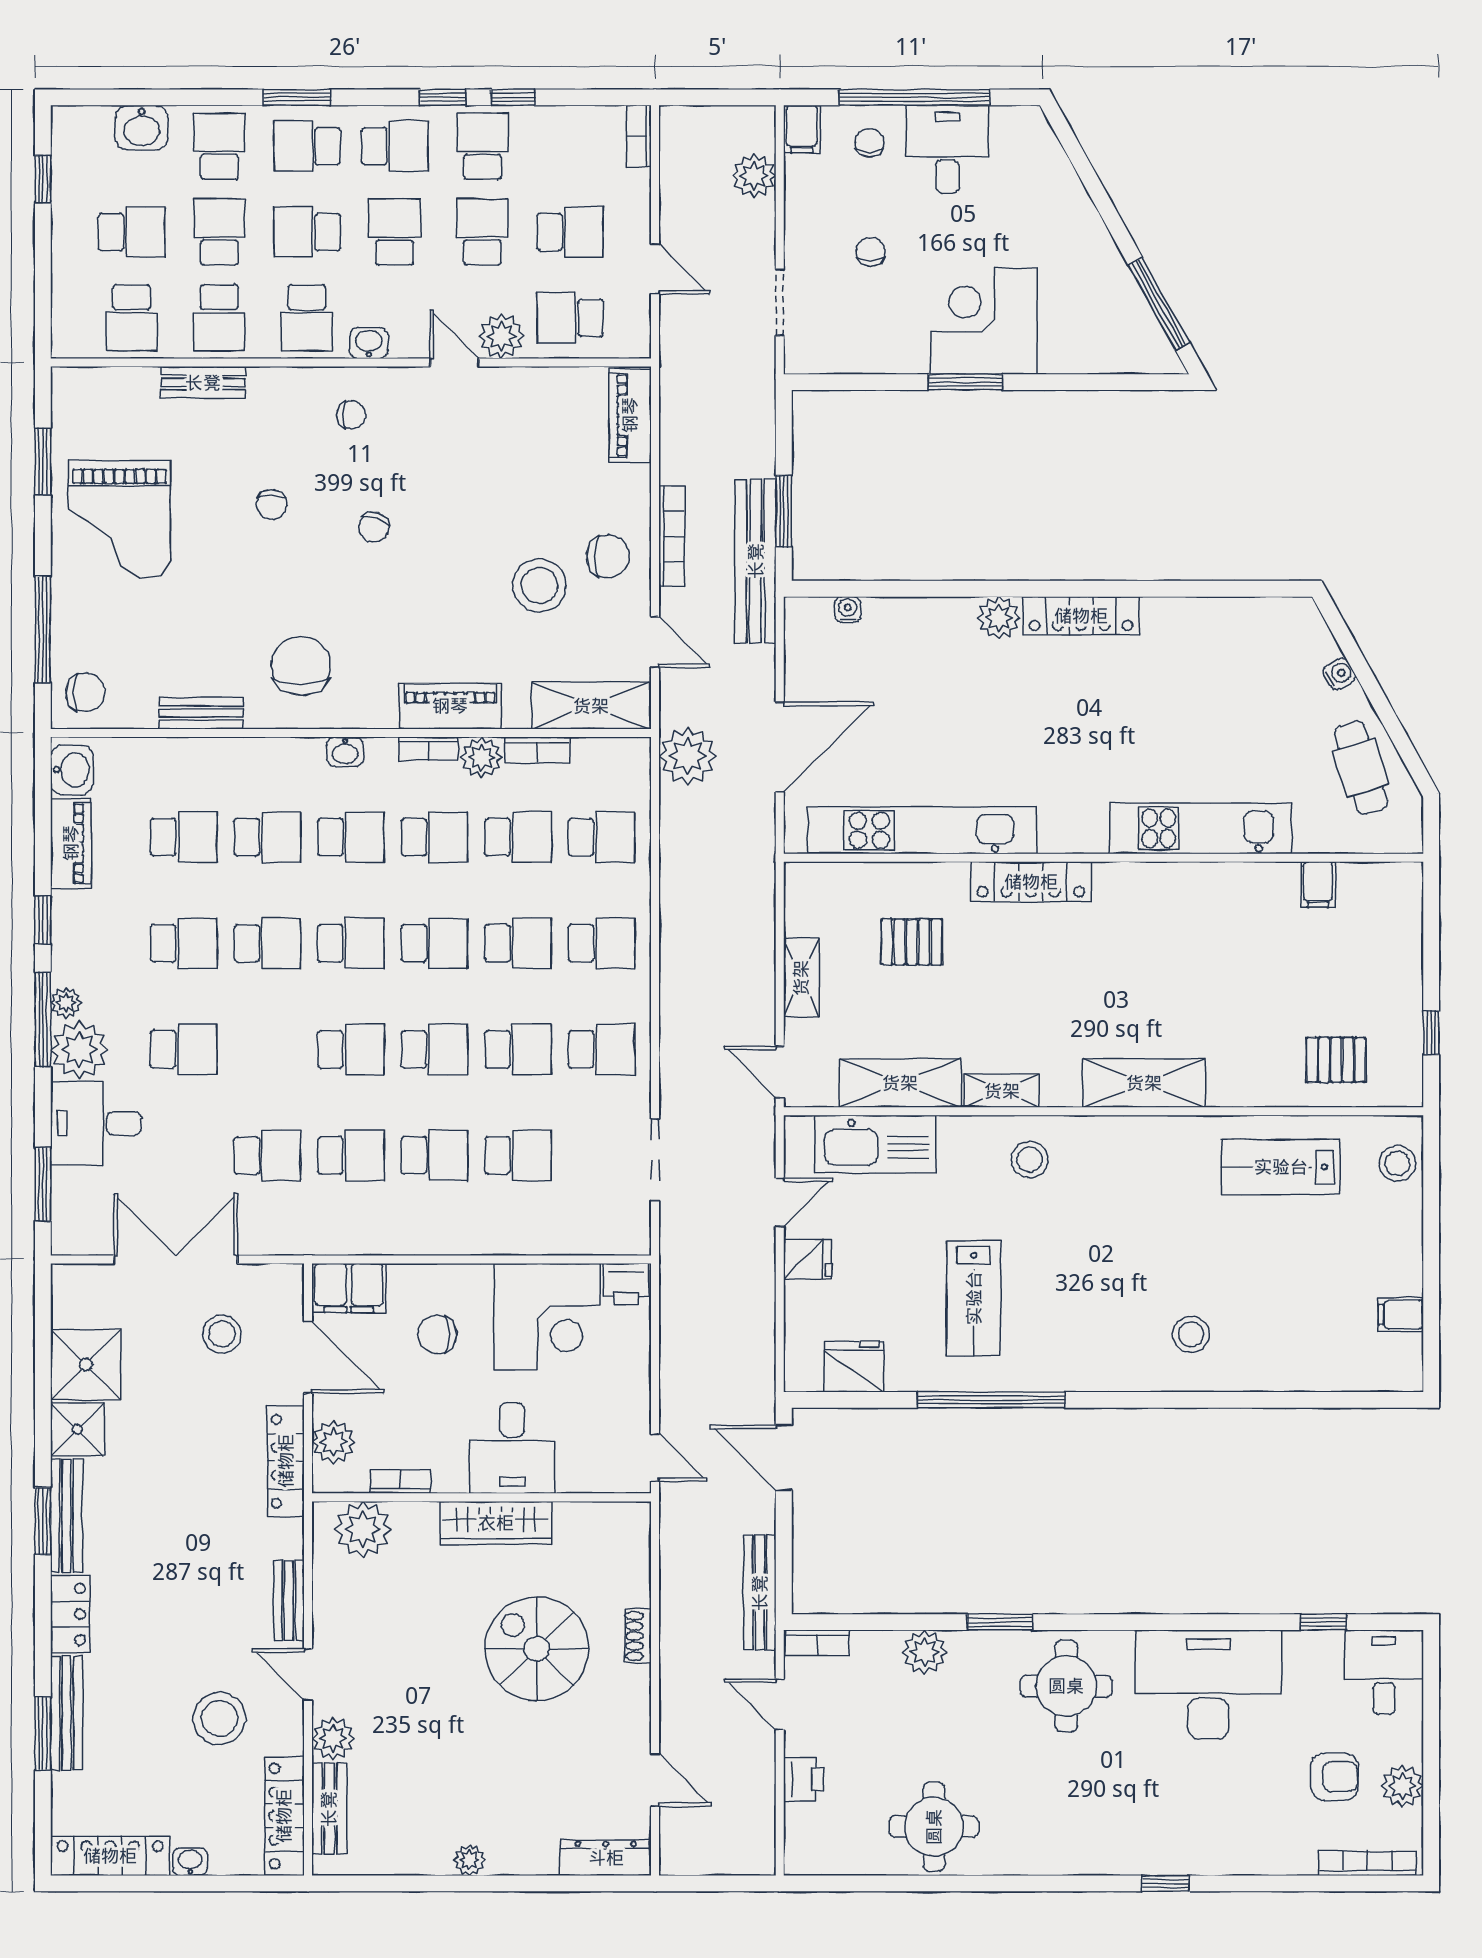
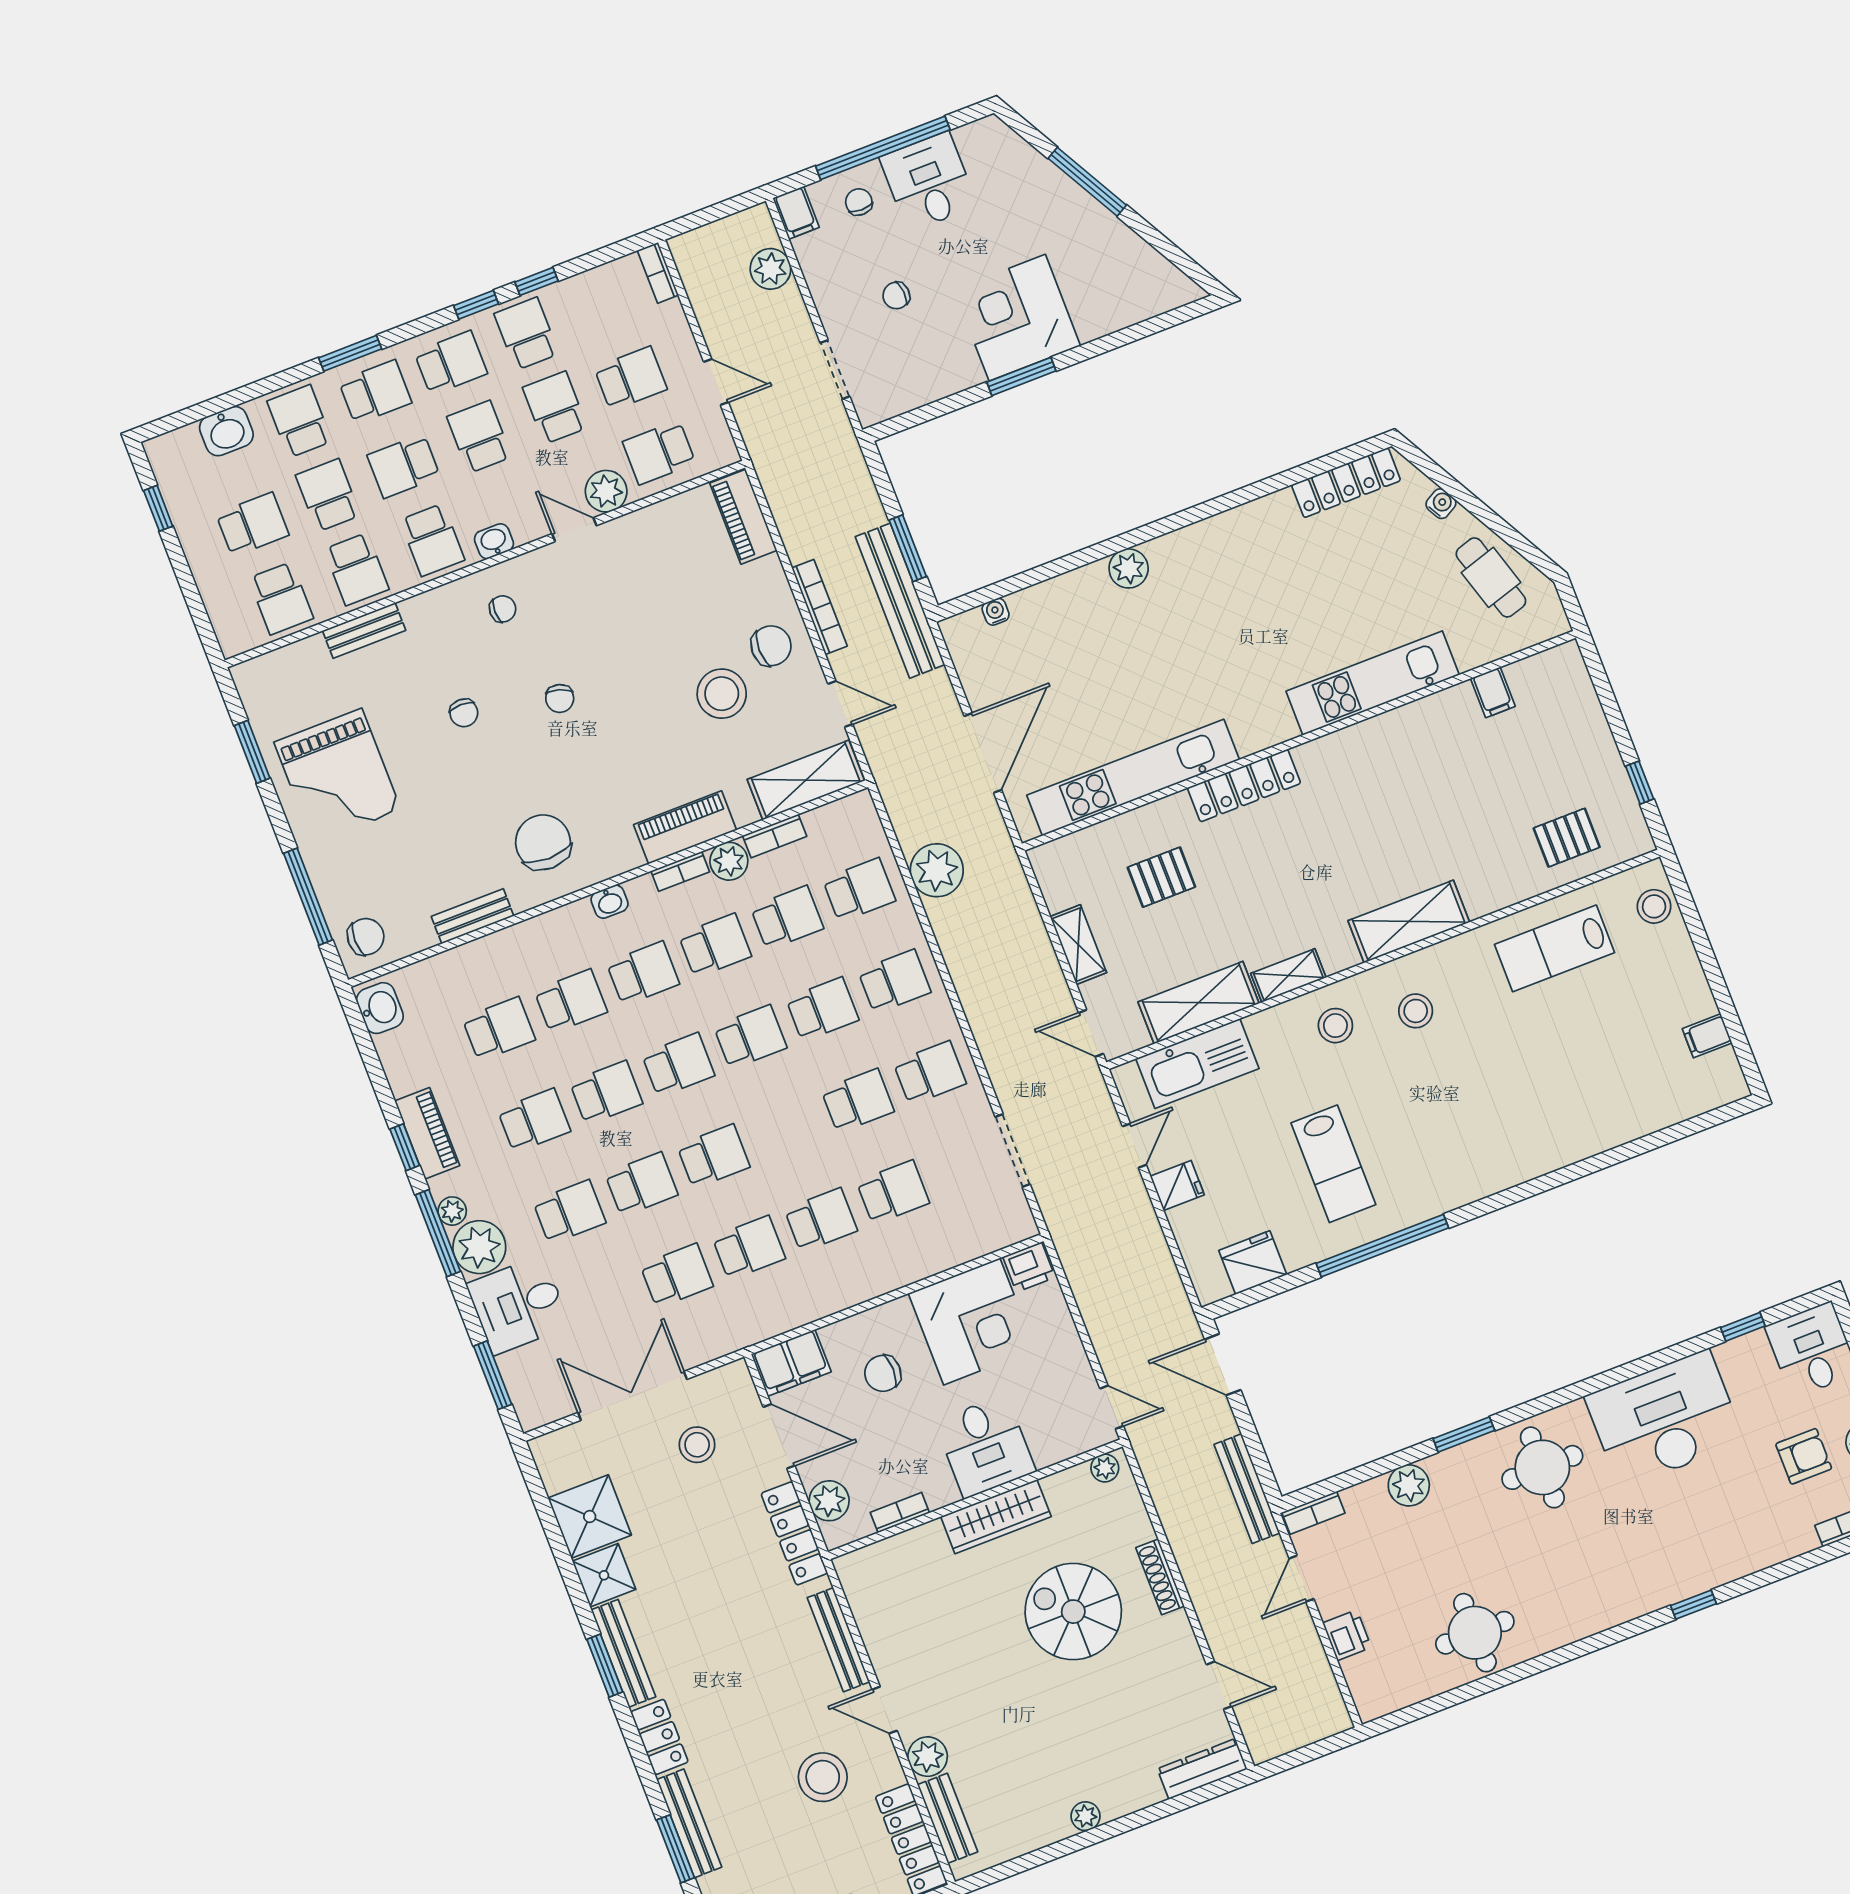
school desk: (307, 146) -> (375, 392), turned 180
chair: (871, 252) -> (896, 296), turned -95
window: (1159, 304) -> (1087, 182), moved
locker: (1081, 616) -> (1346, 483), moved
plant: (688, 756) -> (937, 870), moved
piano: (71, 843) -> (427, 1133), moved
school desk: (434, 1049) -> (641, 1184), moved
stool: (1191, 1334) -> (1416, 1011), moved
plant: (363, 1529) -> (1105, 1468), moved, width x0.53, depth x0.53
bench: (289, 1600) -> (838, 1640), width x1.36
shoe rack: (638, 1636) -> (1160, 1577), width x1.43
door: (780, 1704) -> (1301, 1579), hinge flipped

